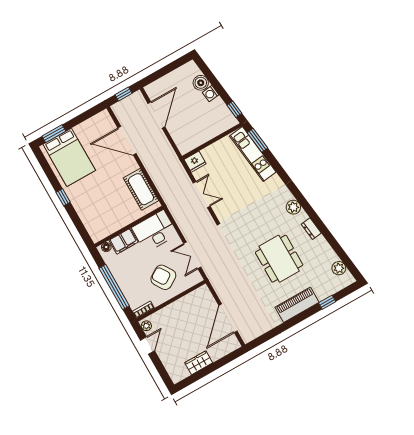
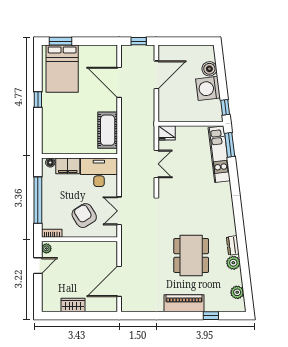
washing machine: (211, 94) -> (208, 88), width x1.89, depth x1.89
plant: (293, 207) -> (233, 263), moved

